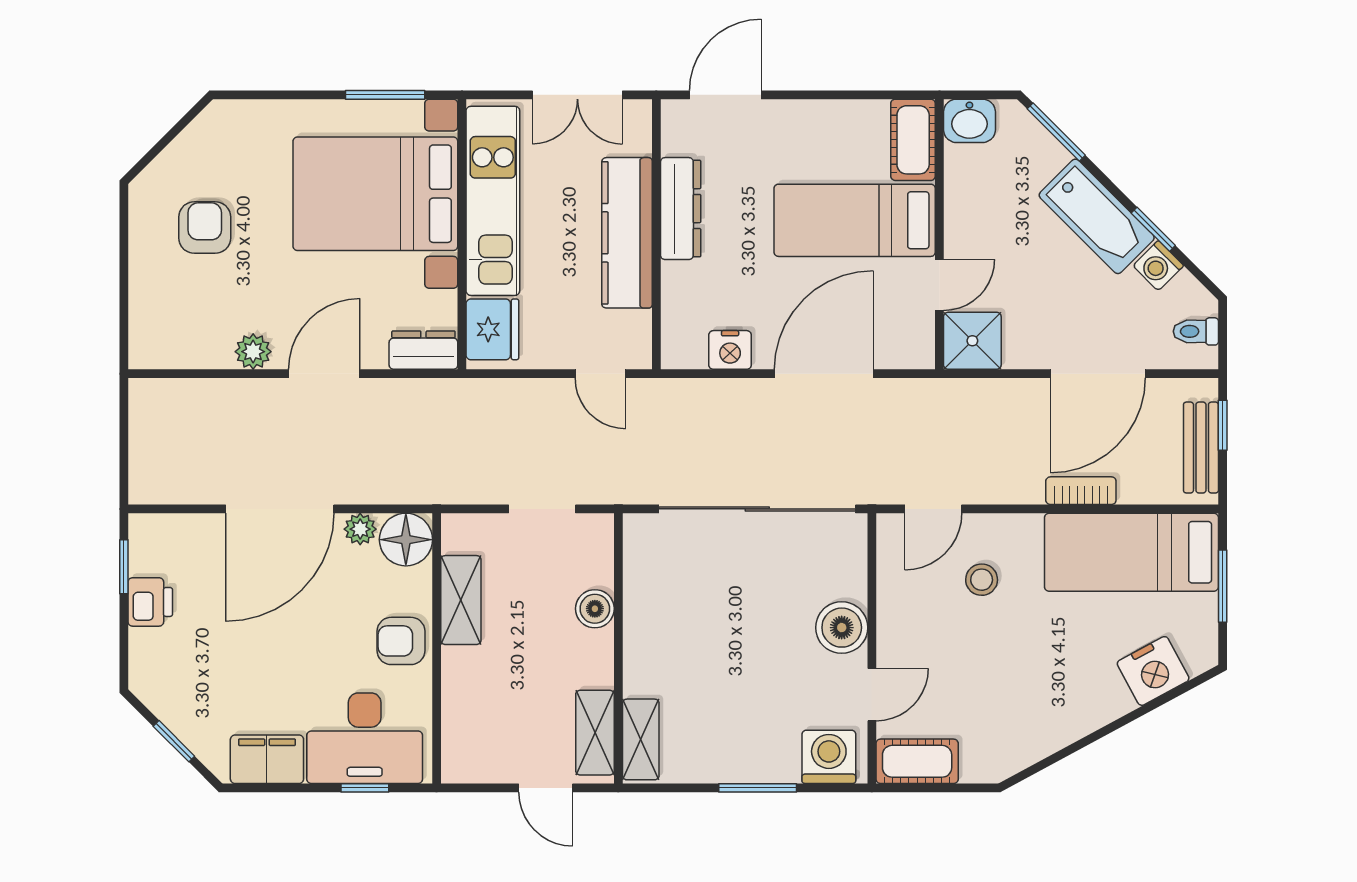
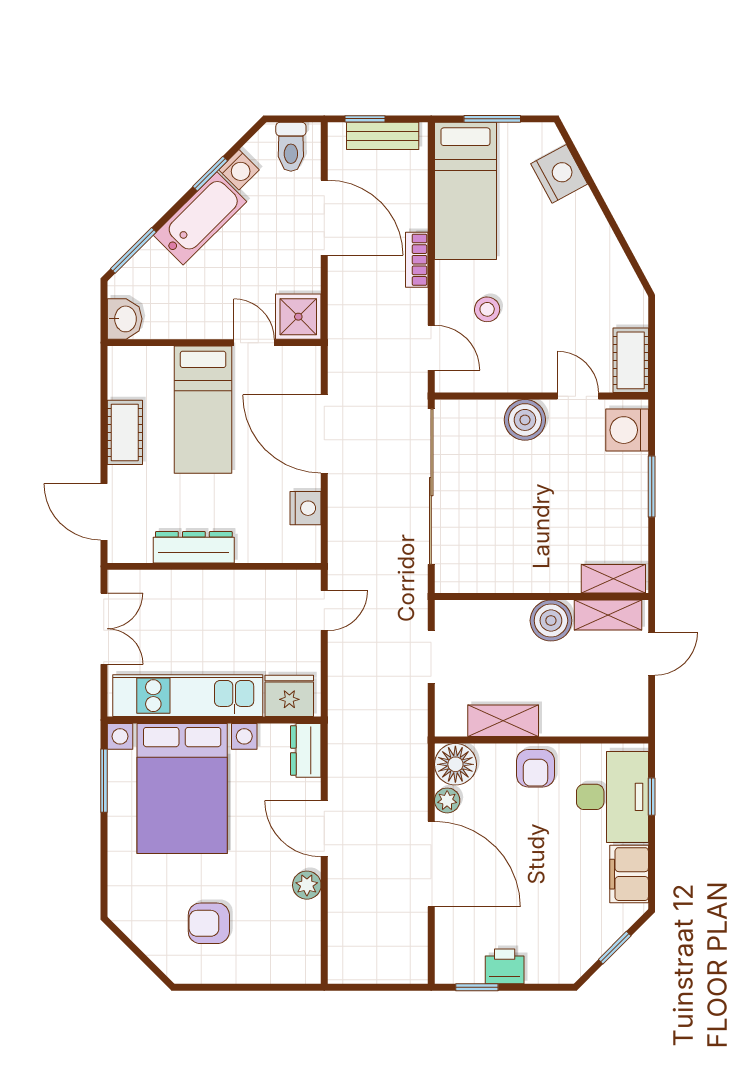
cot: (913, 140) -> (125, 432), moved, turned 90
kitchen counter: (627, 233) -> (213, 590), removed
toilet: (1196, 331) -> (291, 147), width x1.37, depth x1.39
bookcase: (1081, 491) -> (417, 260), moved
boiler: (595, 609) -> (551, 621), moved, width x1.36, depth x1.36

